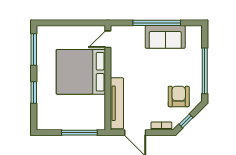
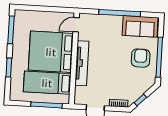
sofa: (165, 37) -> (140, 26), moved
armchair: (179, 96) -> (141, 58), moved
tv unit: (117, 103) -> (82, 63), moved
bed: (79, 107) -> (47, 83), added

